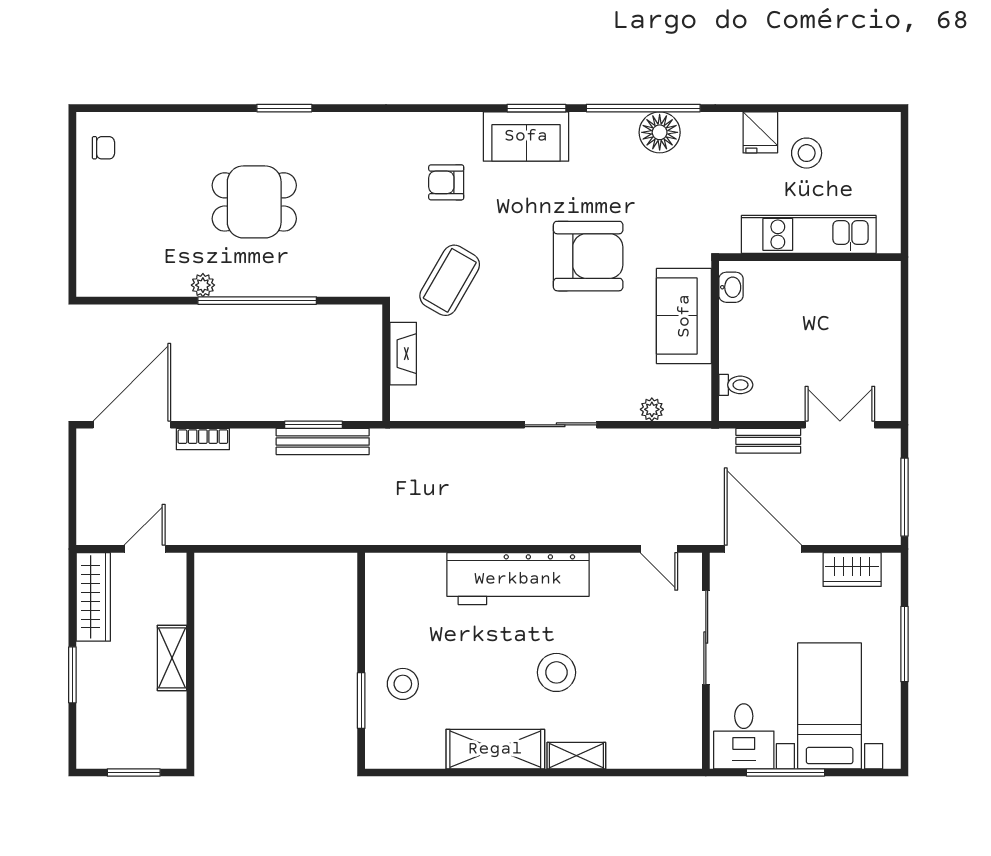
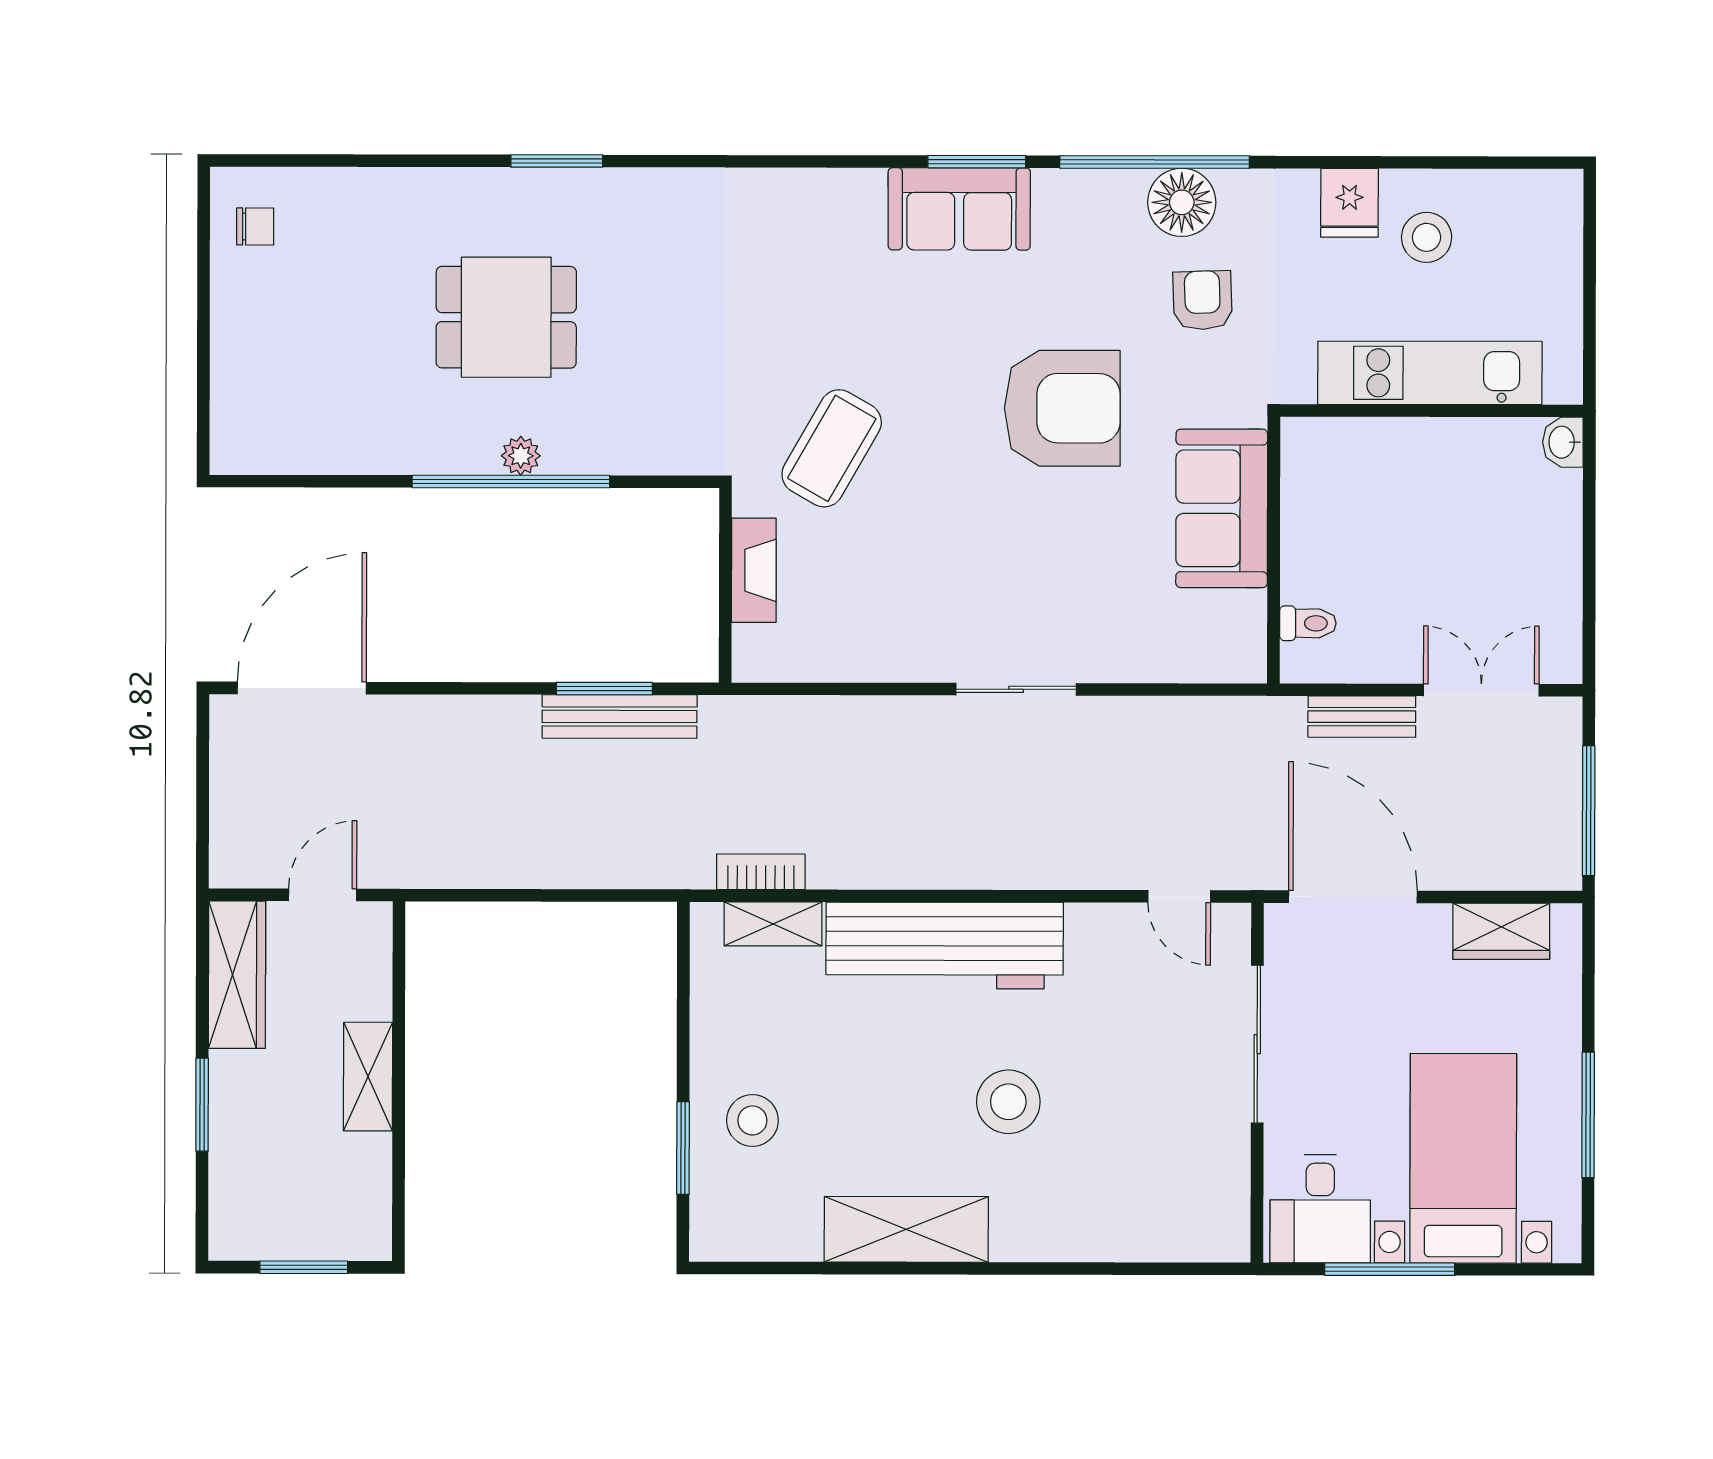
armchair: (446, 182) -> (1203, 300), moved, turned 88
plant: (203, 285) -> (521, 456), moved
washbasin: (731, 287) -> (1563, 442), moved, turned 180
plant: (652, 409) -> (1168, 664), removed
bookcase: (203, 439) -> (761, 872), moved, turned 180
window: (905, 644) -> (1588, 1115), moved
shelving: (576, 756) -> (773, 924), moved

